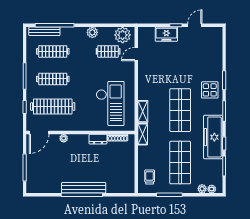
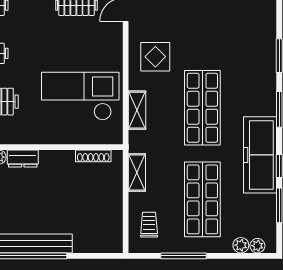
display table: (210, 90) -> (155, 57), moved
checkout: (110, 103) -> (80, 96), turned -90
shelving: (143, 134) -> (137, 173), moved
dresser: (98, 139) -> (23, 159), moved

